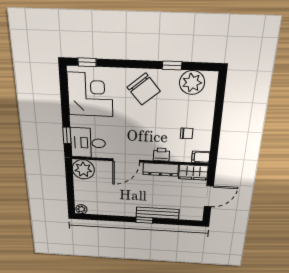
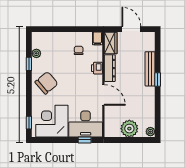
plant: (192, 83) -> (36, 53), width x0.53, depth x0.53
desk: (88, 143) -> (86, 124), width x1.37
plant: (83, 169) -> (129, 129), moved

